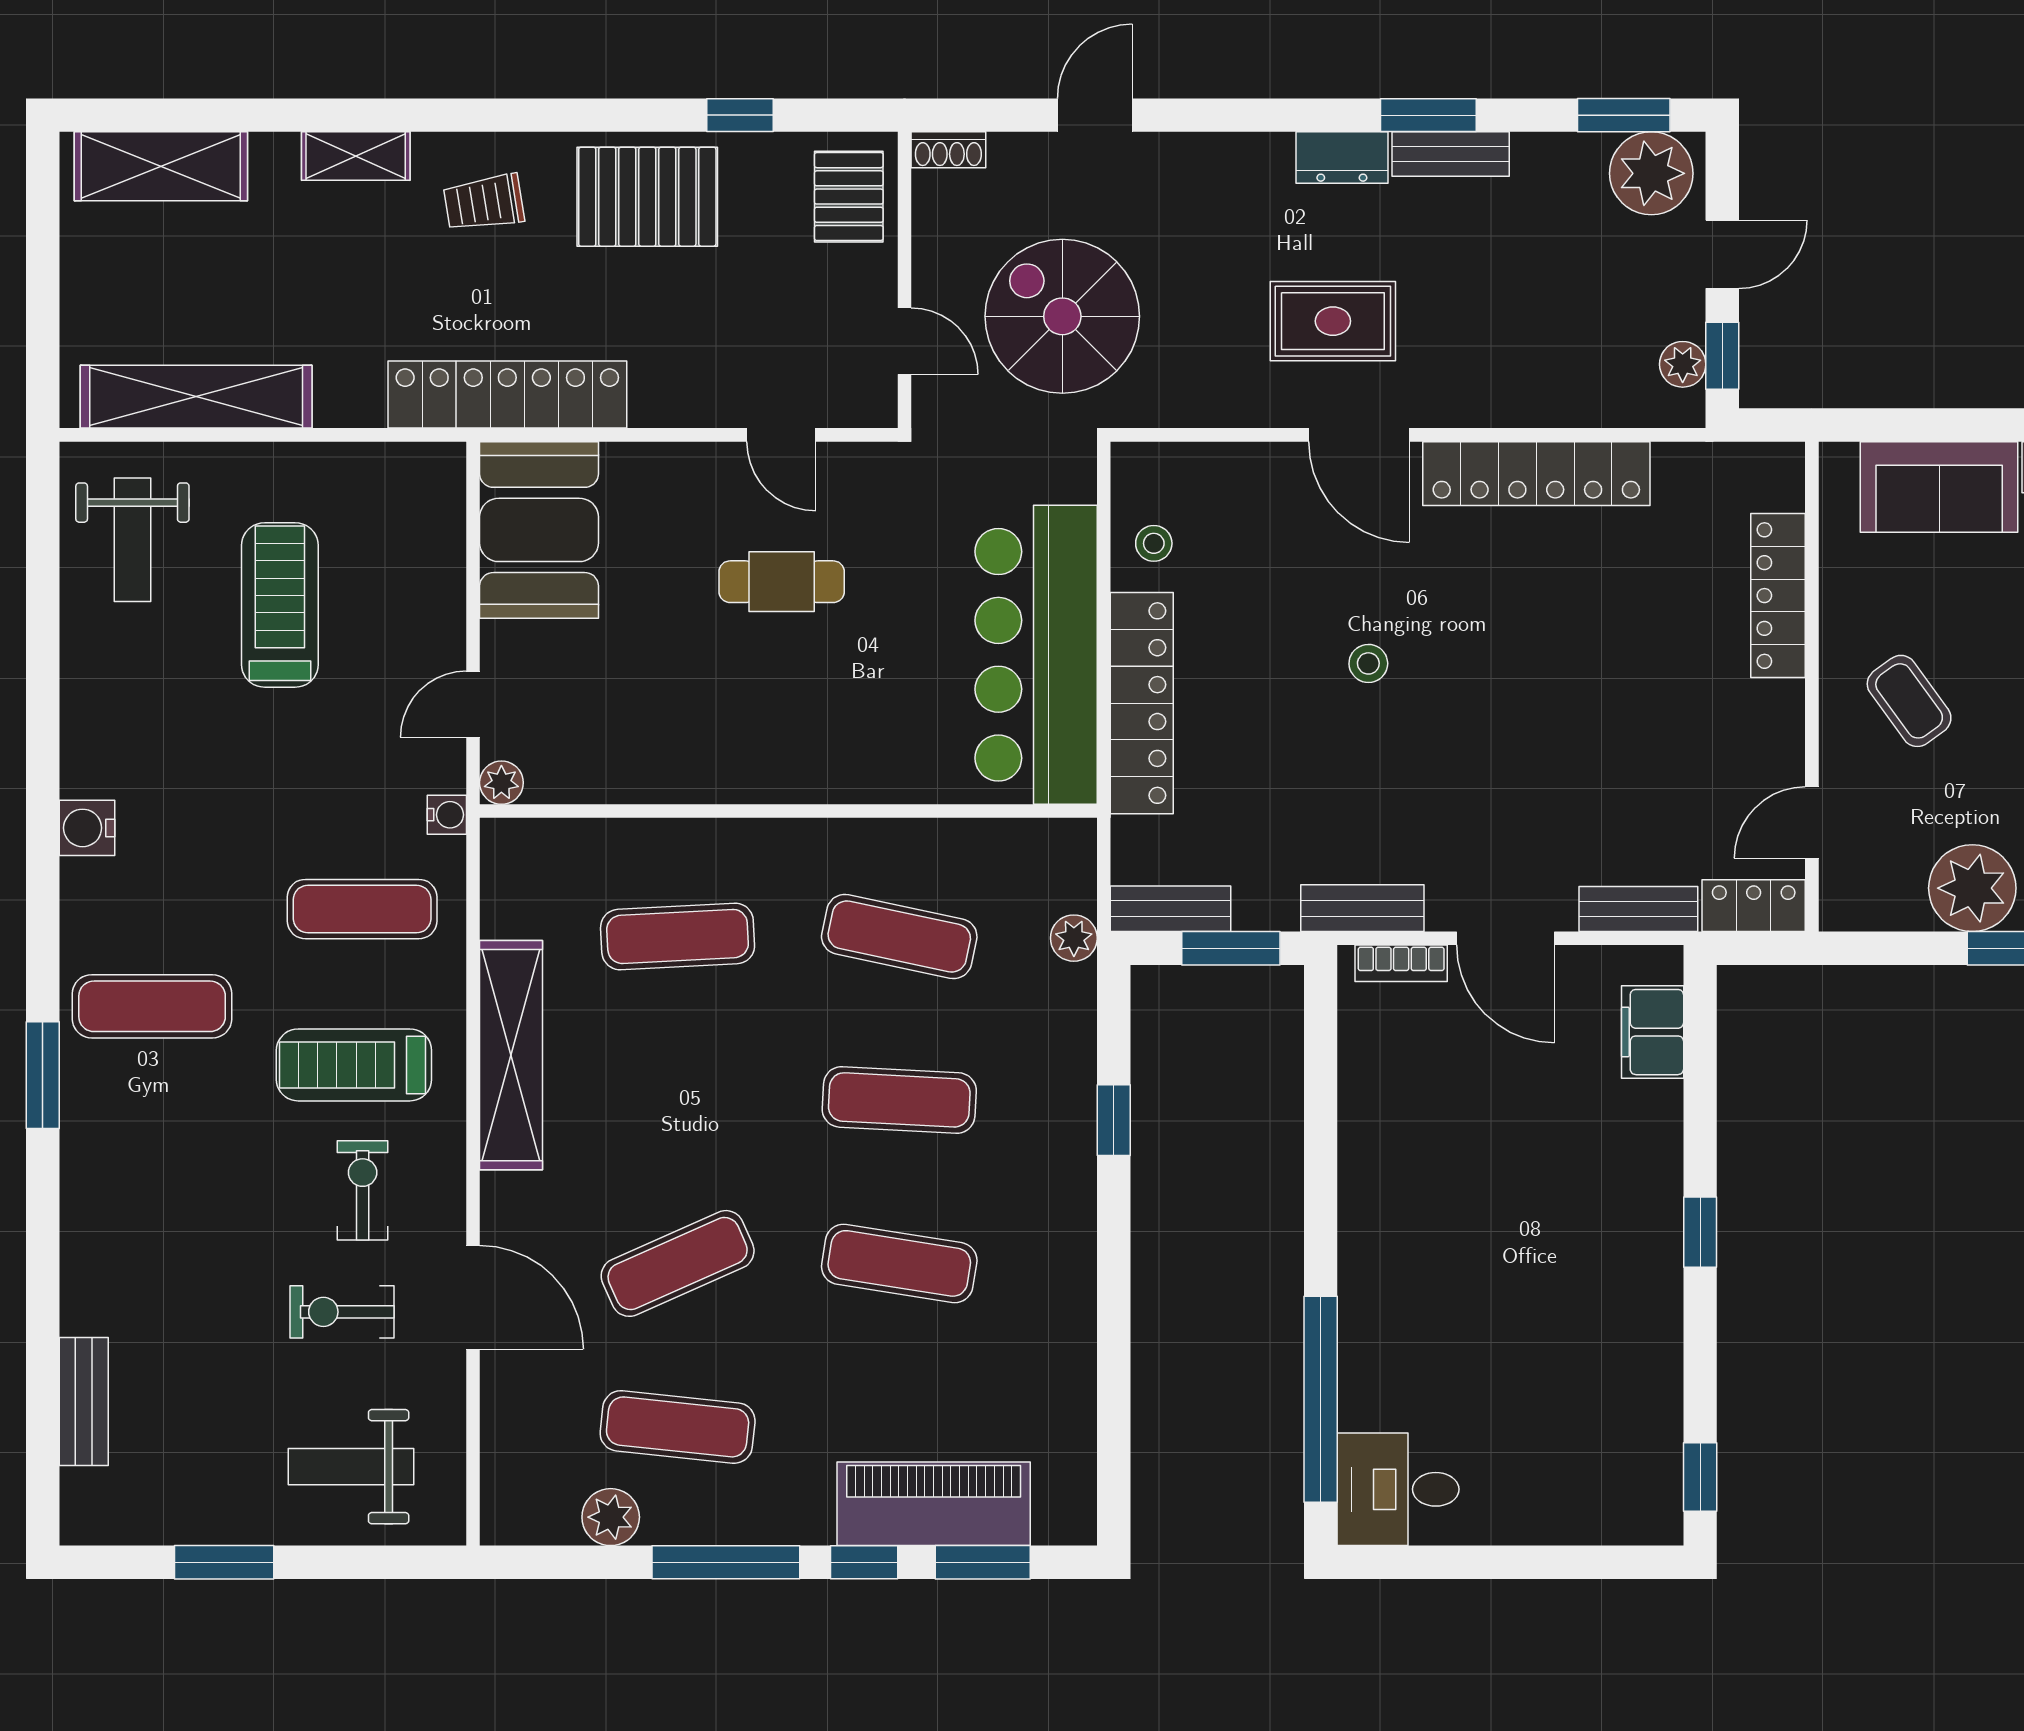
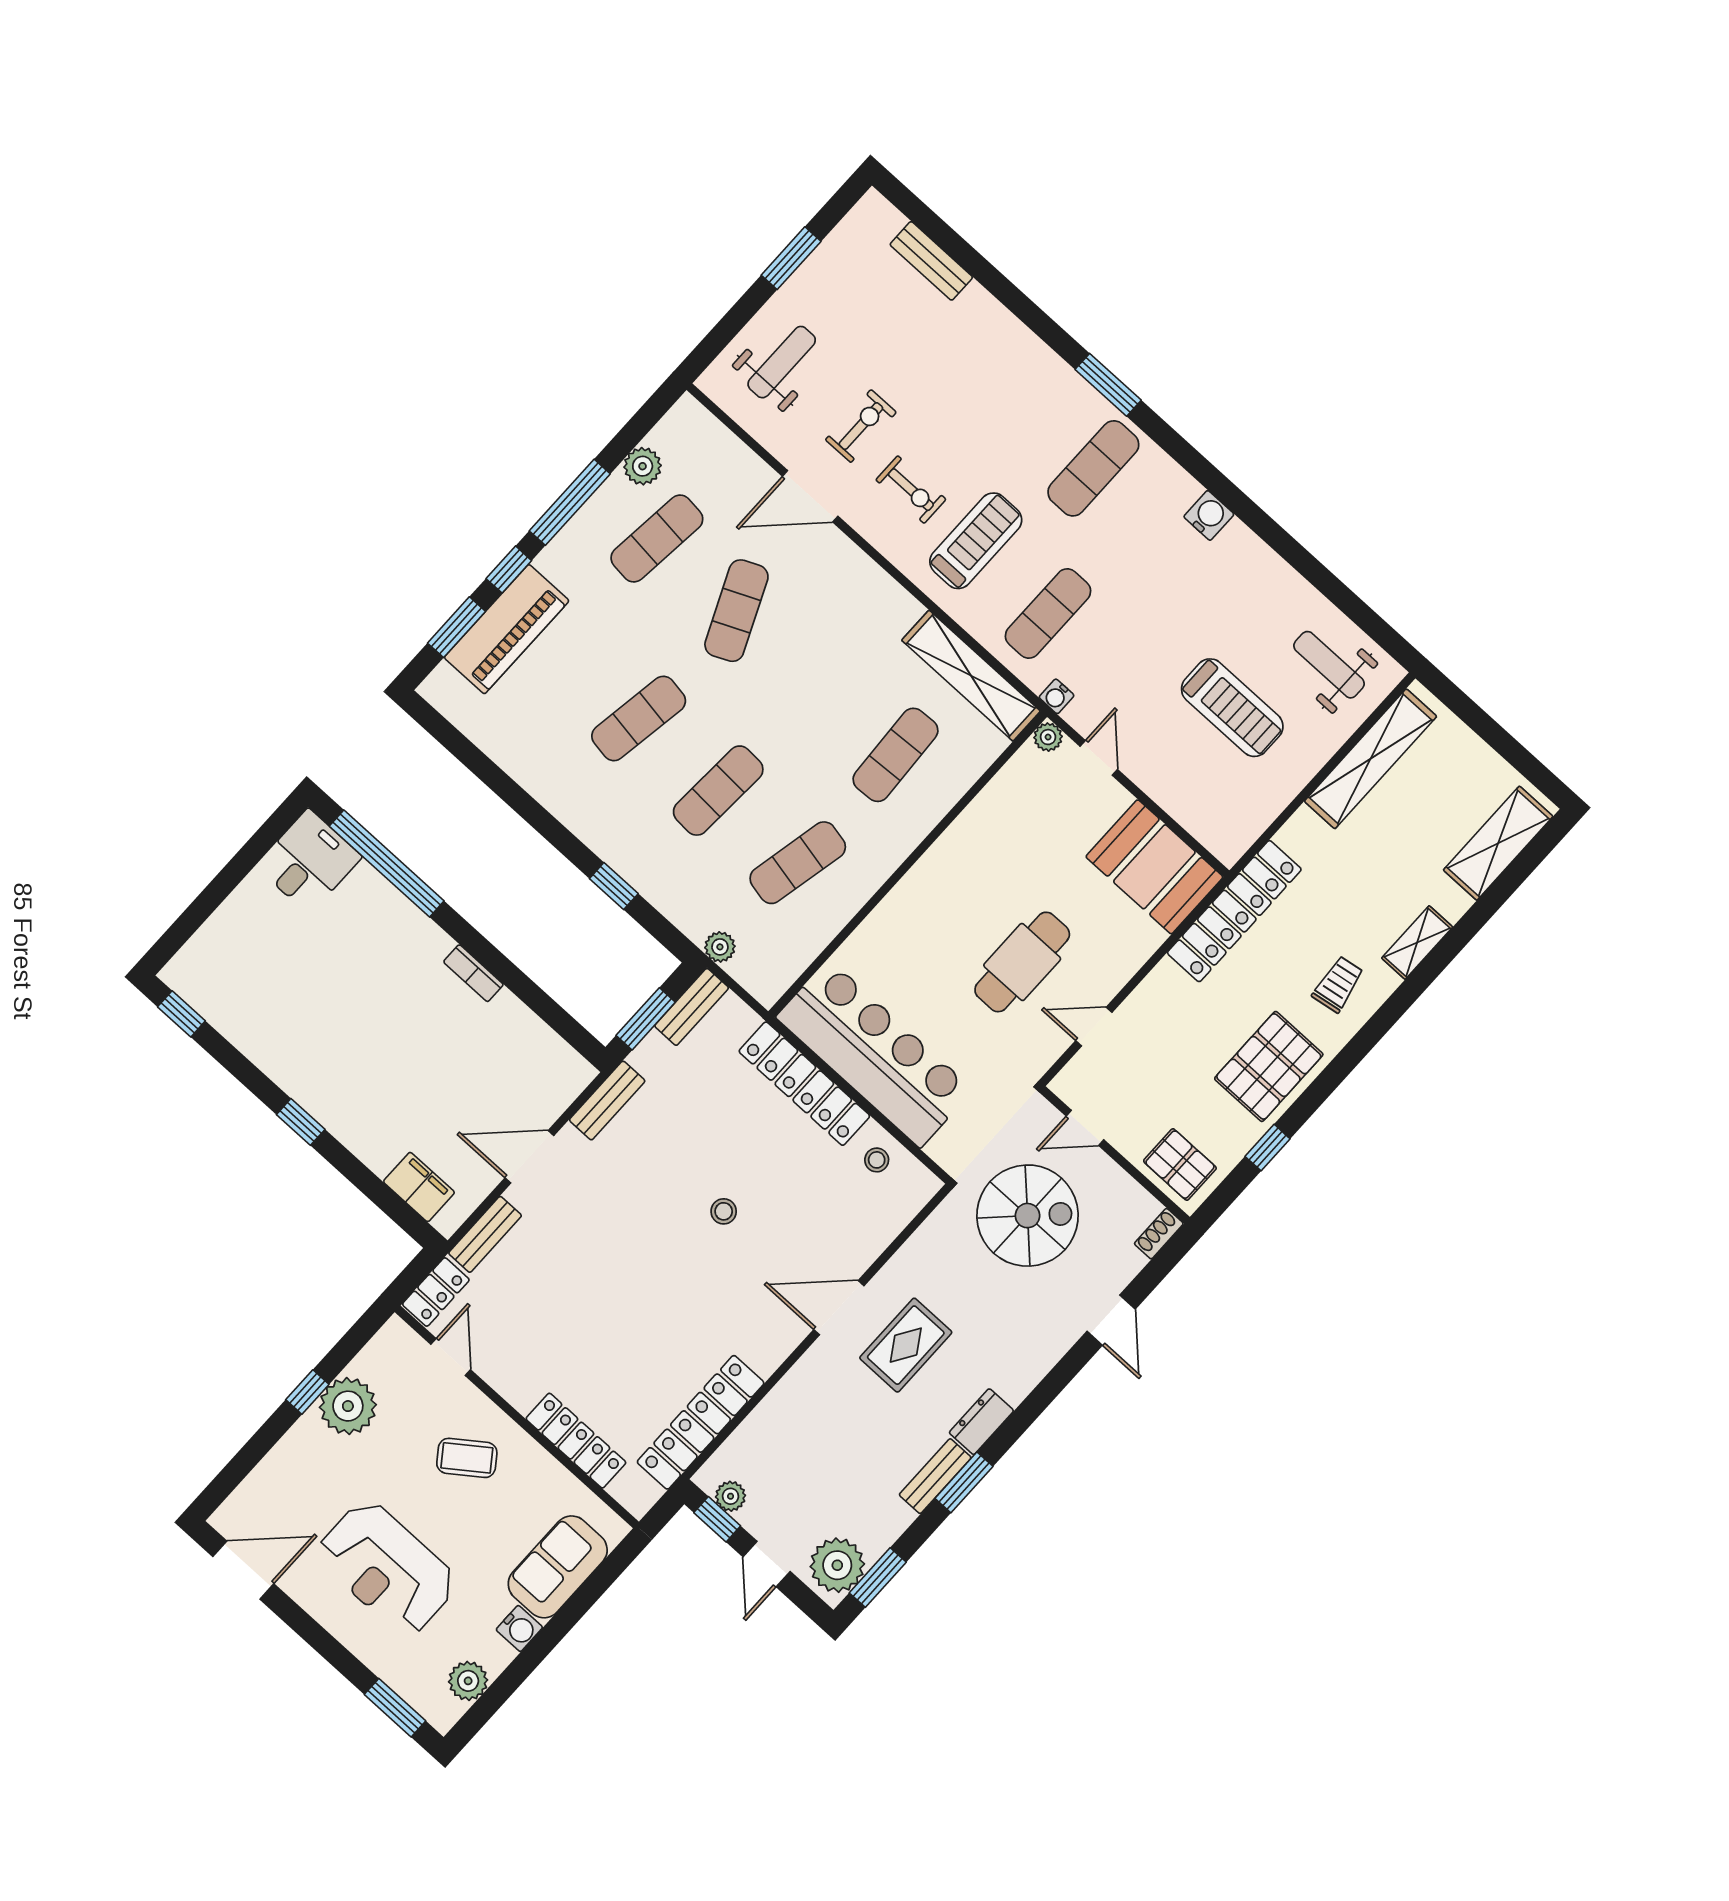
locker: (1536, 474) -> (701, 1422), moved
cafe table: (782, 582) -> (1022, 962), width x1.37, depth x1.35
bookcase: (1401, 963) -> (473, 973), moved, turned -90
shelving: (511, 1055) -> (971, 676), moved

